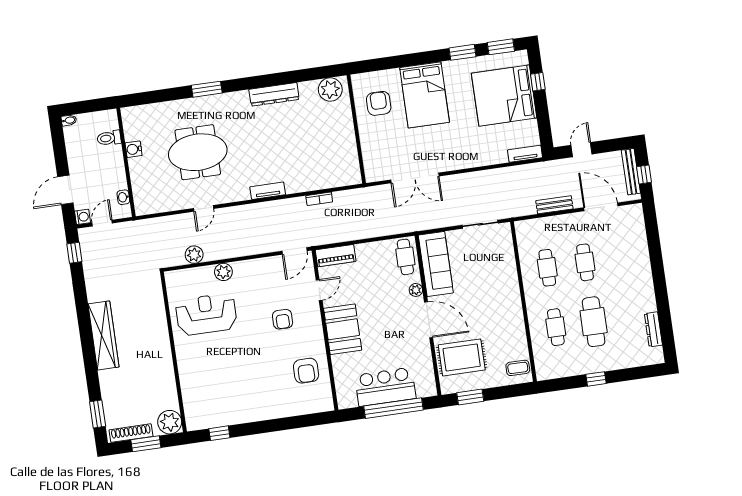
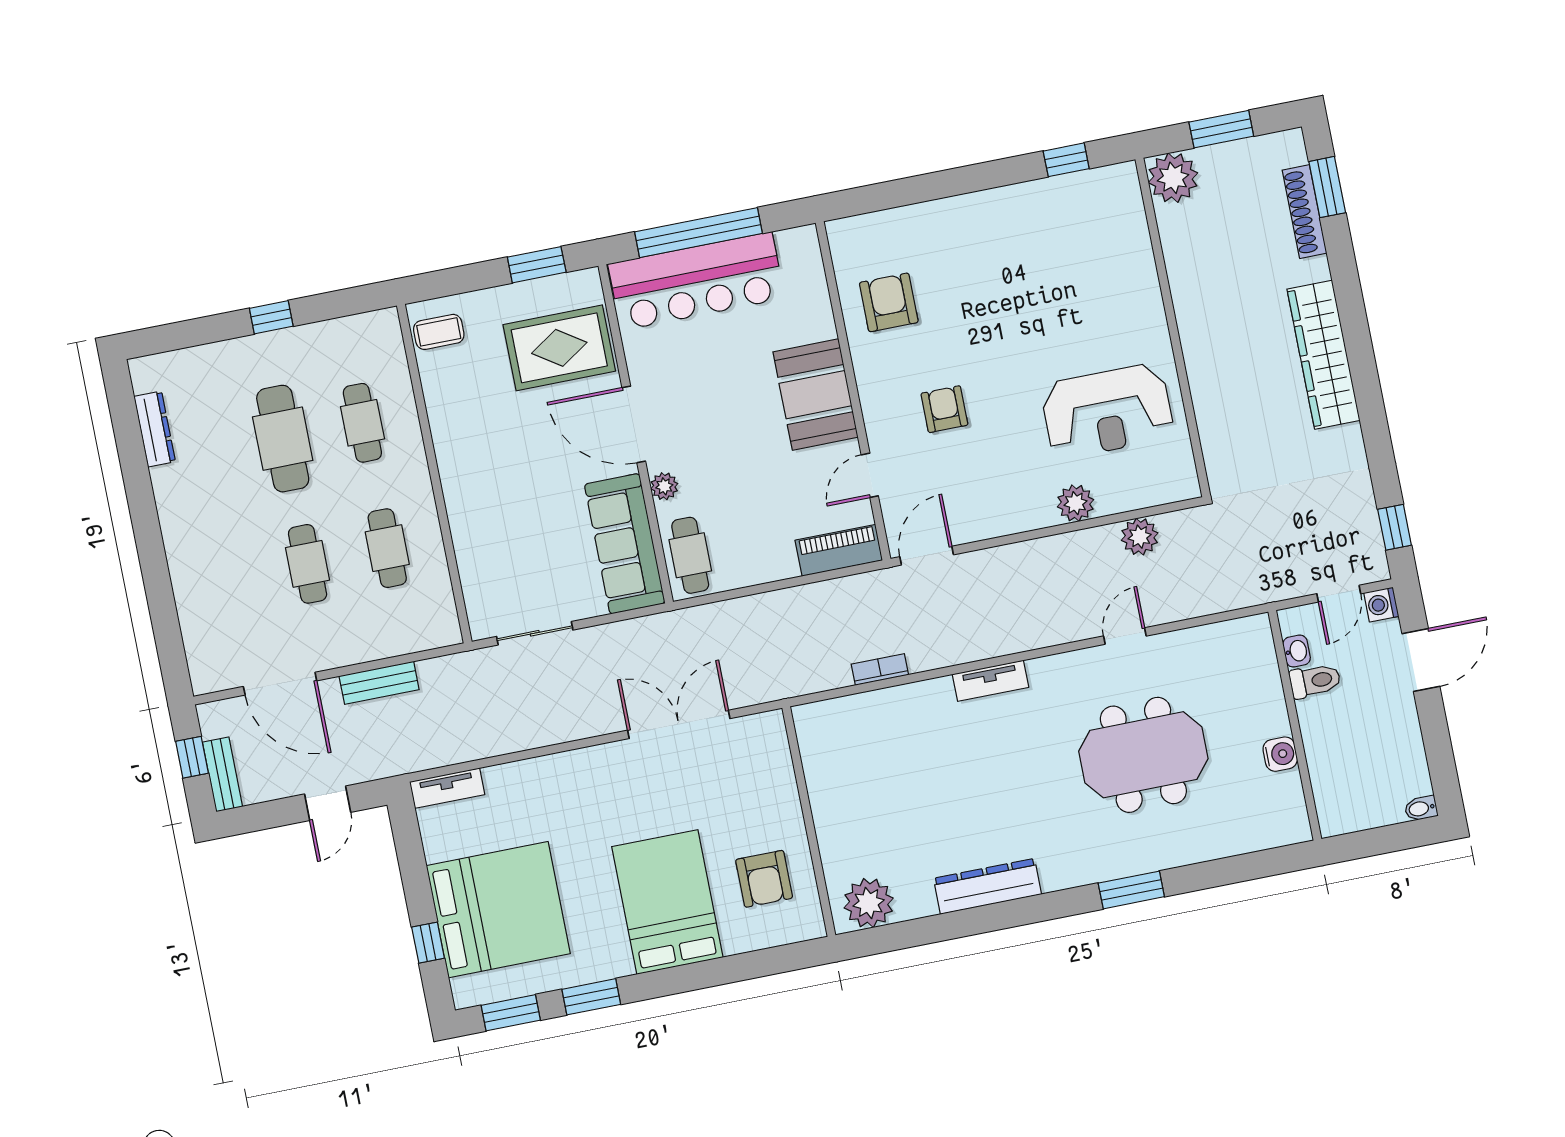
toilet: (109, 138) -> (1315, 681), moved
bench: (631, 172) -> (223, 774), width x0.73
bar counter: (385, 387) -> (696, 281), width x1.36
shoe rack: (131, 433) -> (1305, 212), moved, turned 90

